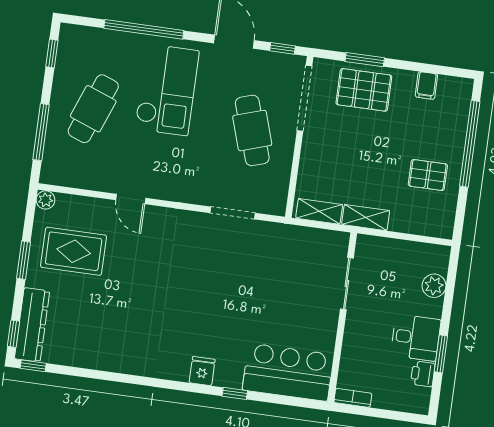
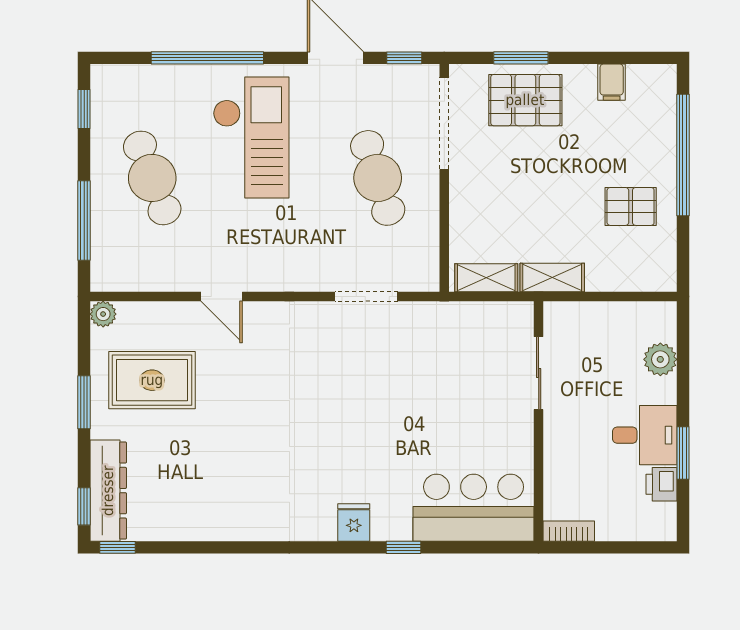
cafe table: (93, 109) -> (152, 178), turned -42

